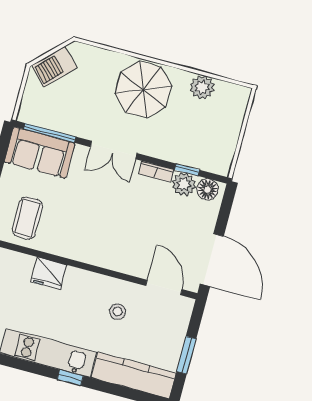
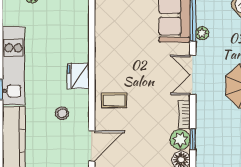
plant: (69, 126) -> (202, 33), added
coffee table: (27, 218) -> (114, 100), moved, width x0.73, depth x0.77
fridge: (49, 273) -> (78, 76), moved

